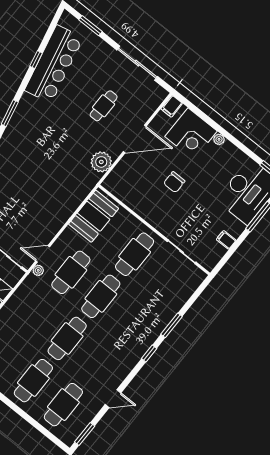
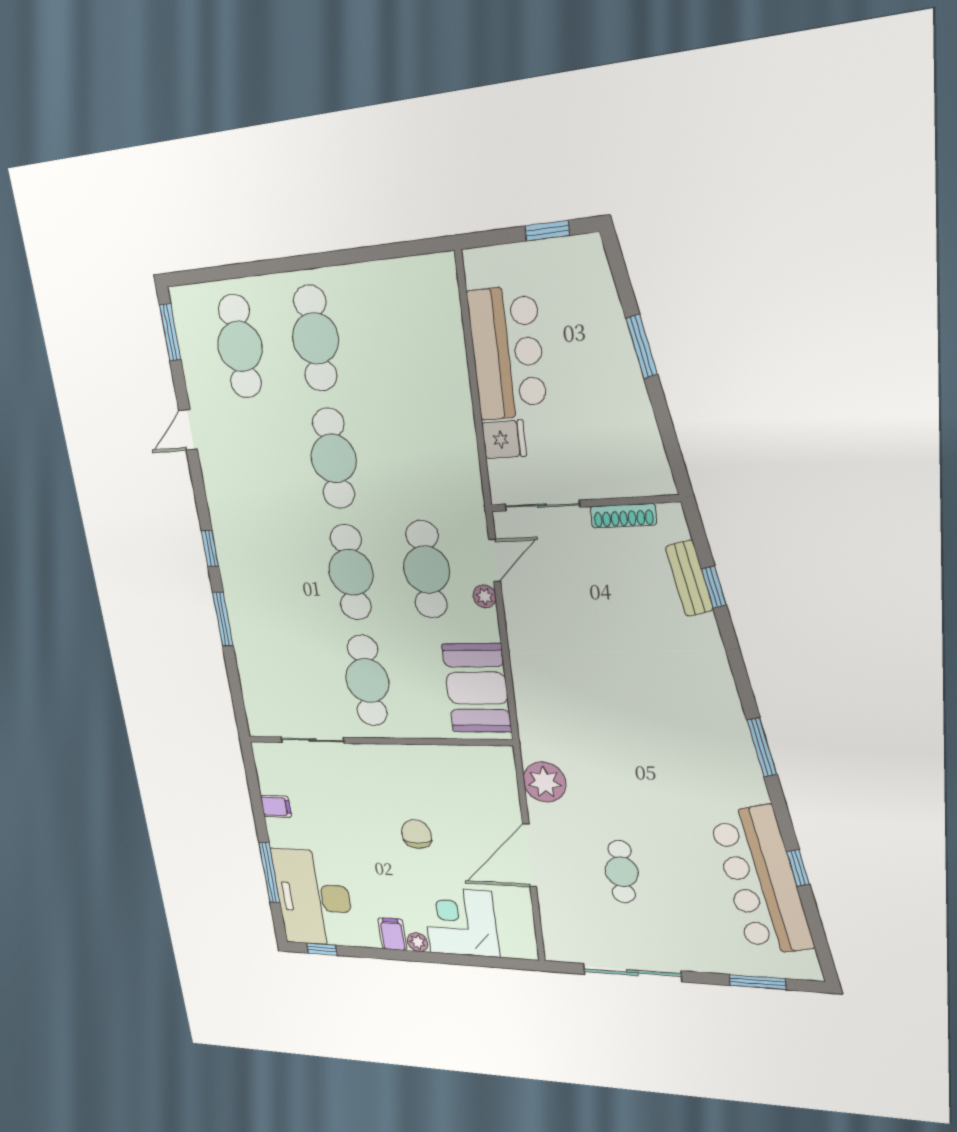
filing cabinet: (172, 106) -> (392, 934), moved
plant: (38, 270) -> (485, 596), moved

